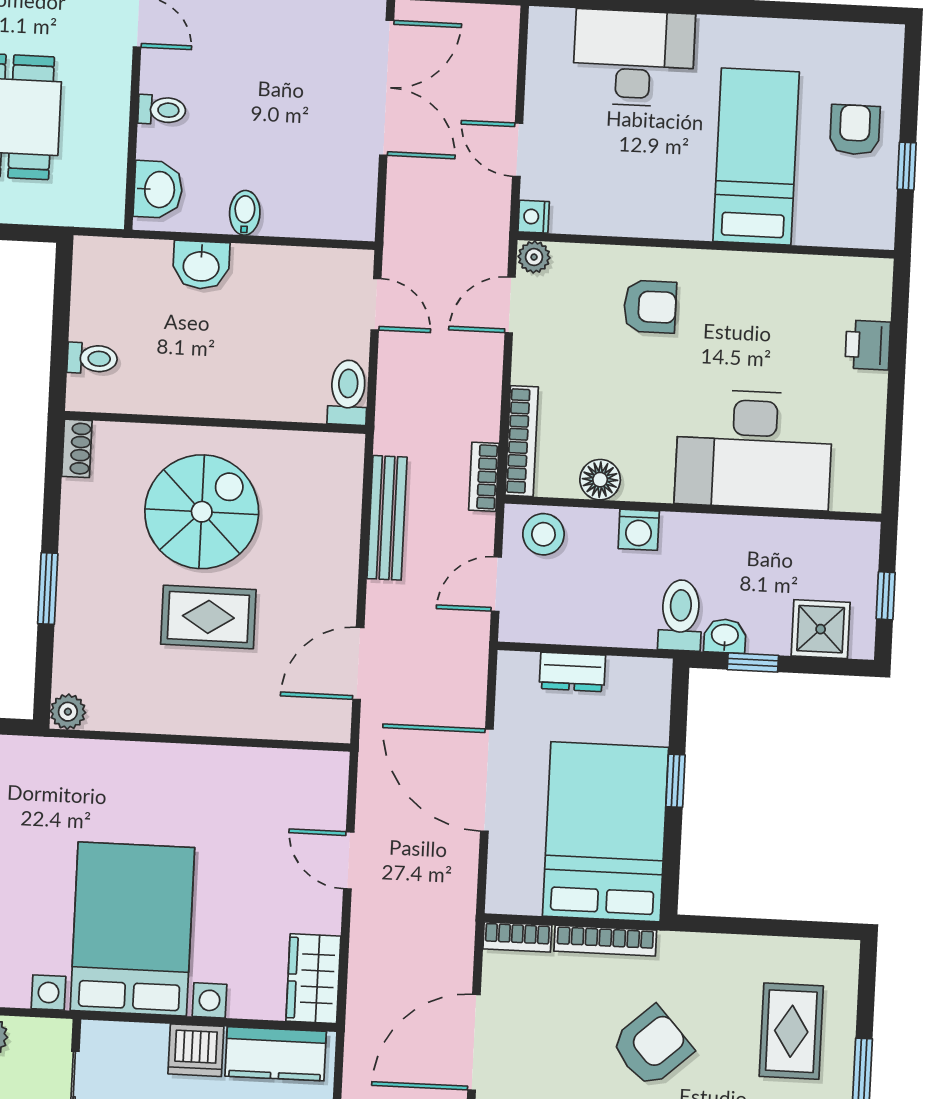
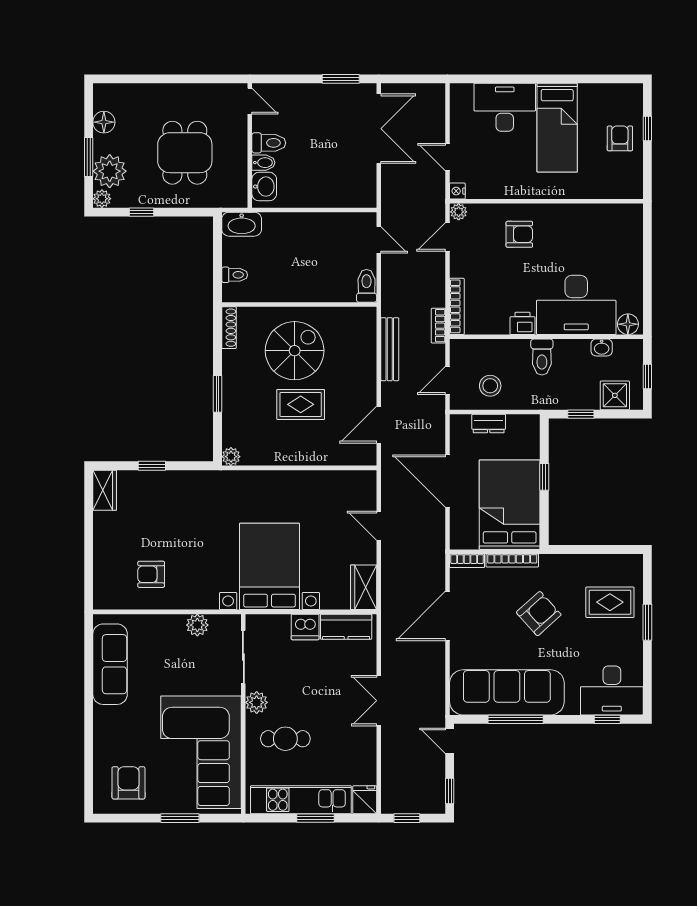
toilet: (162, 110) -> (269, 143), width x1.37, depth x1.39
bed: (756, 157) -> (557, 128), moved, turned 180
window: (907, 166) -> (647, 129), moved
bidet: (245, 213) -> (263, 163), moved, turned 90
washbasin: (201, 265) -> (242, 224), moved, width x1.38
printer: (868, 345) -> (522, 323), moved, turned 90
shoe rack: (77, 448) -> (229, 328), width x1.43
floor lamp: (600, 480) -> (628, 324), moved
washing machine: (639, 530) -> (519, 349), removed
stool: (543, 534) -> (490, 386), moved
toilet: (680, 615) -> (542, 357), moved, turned 180
washbasin: (725, 636) -> (602, 347), moved, turned 180
rug: (791, 1031) -> (610, 602), turned 90

